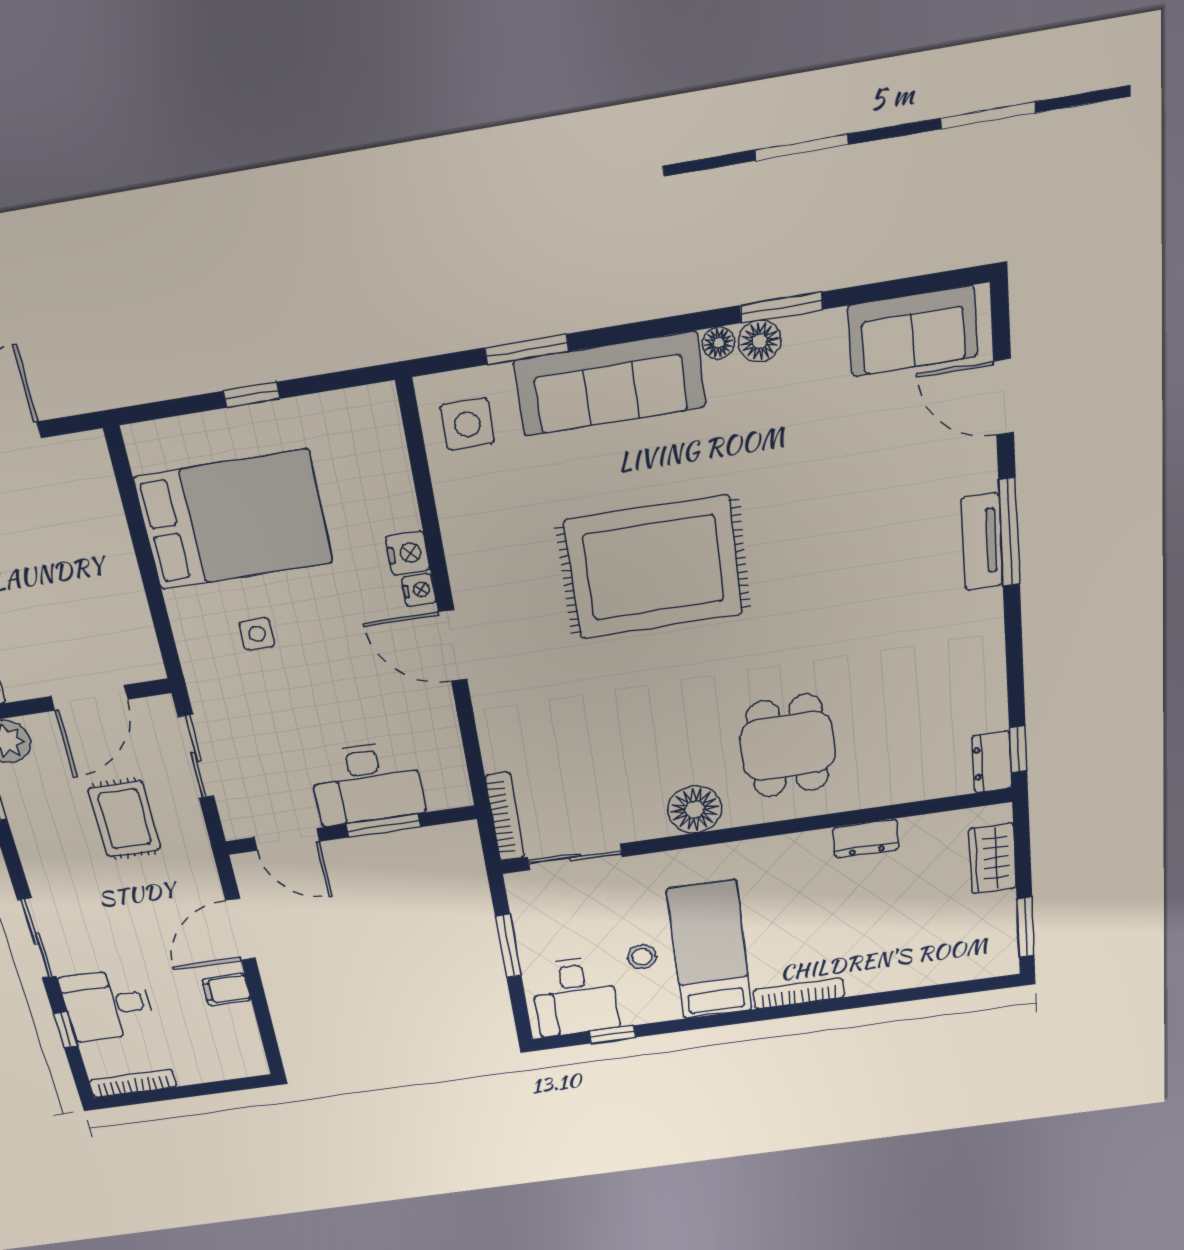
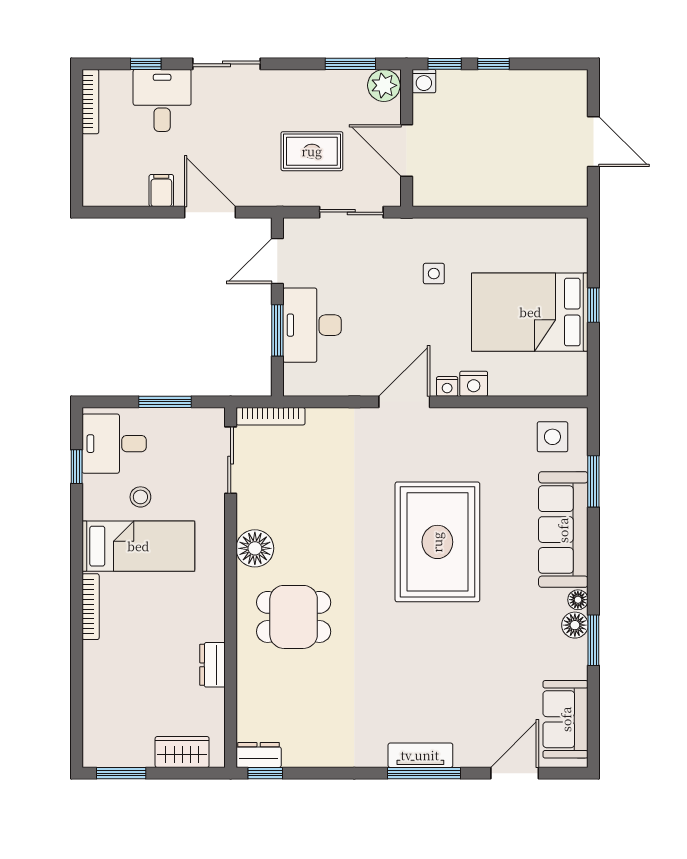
bed: (234, 520) -> (530, 312), moved, turned 90

